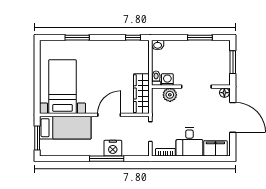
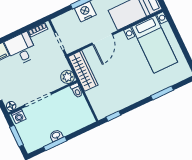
washbasin: (158, 45) -> (56, 135), moved
washing machine: (167, 79) -> (19, 116), moved
plant: (170, 95) -> (68, 77), moved

